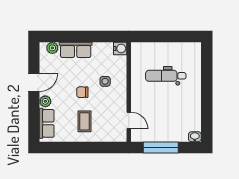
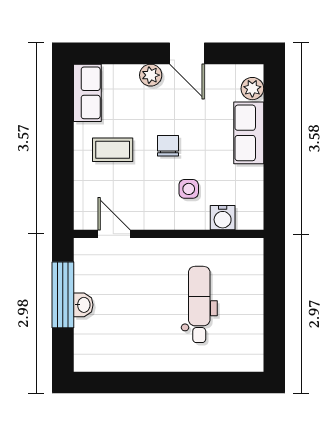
water cooler: (120, 48) -> (223, 218), moved
door: (129, 121) -> (114, 234), swing flipped
row of seats: (47, 123) -> (87, 93), moved, turned -90
washbasin: (195, 137) -> (83, 305), moved

